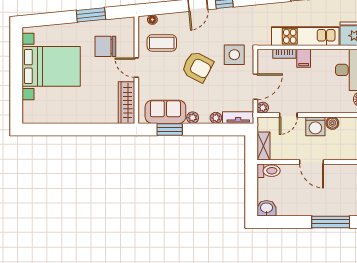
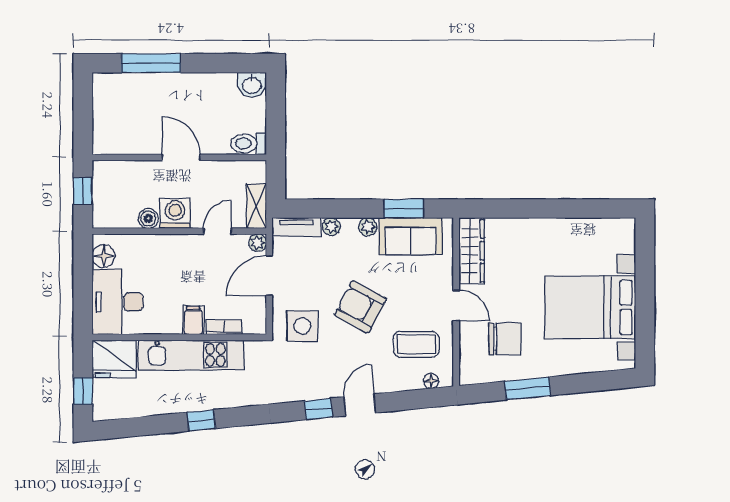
shelving: (264, 146) -> (256, 206), moved

